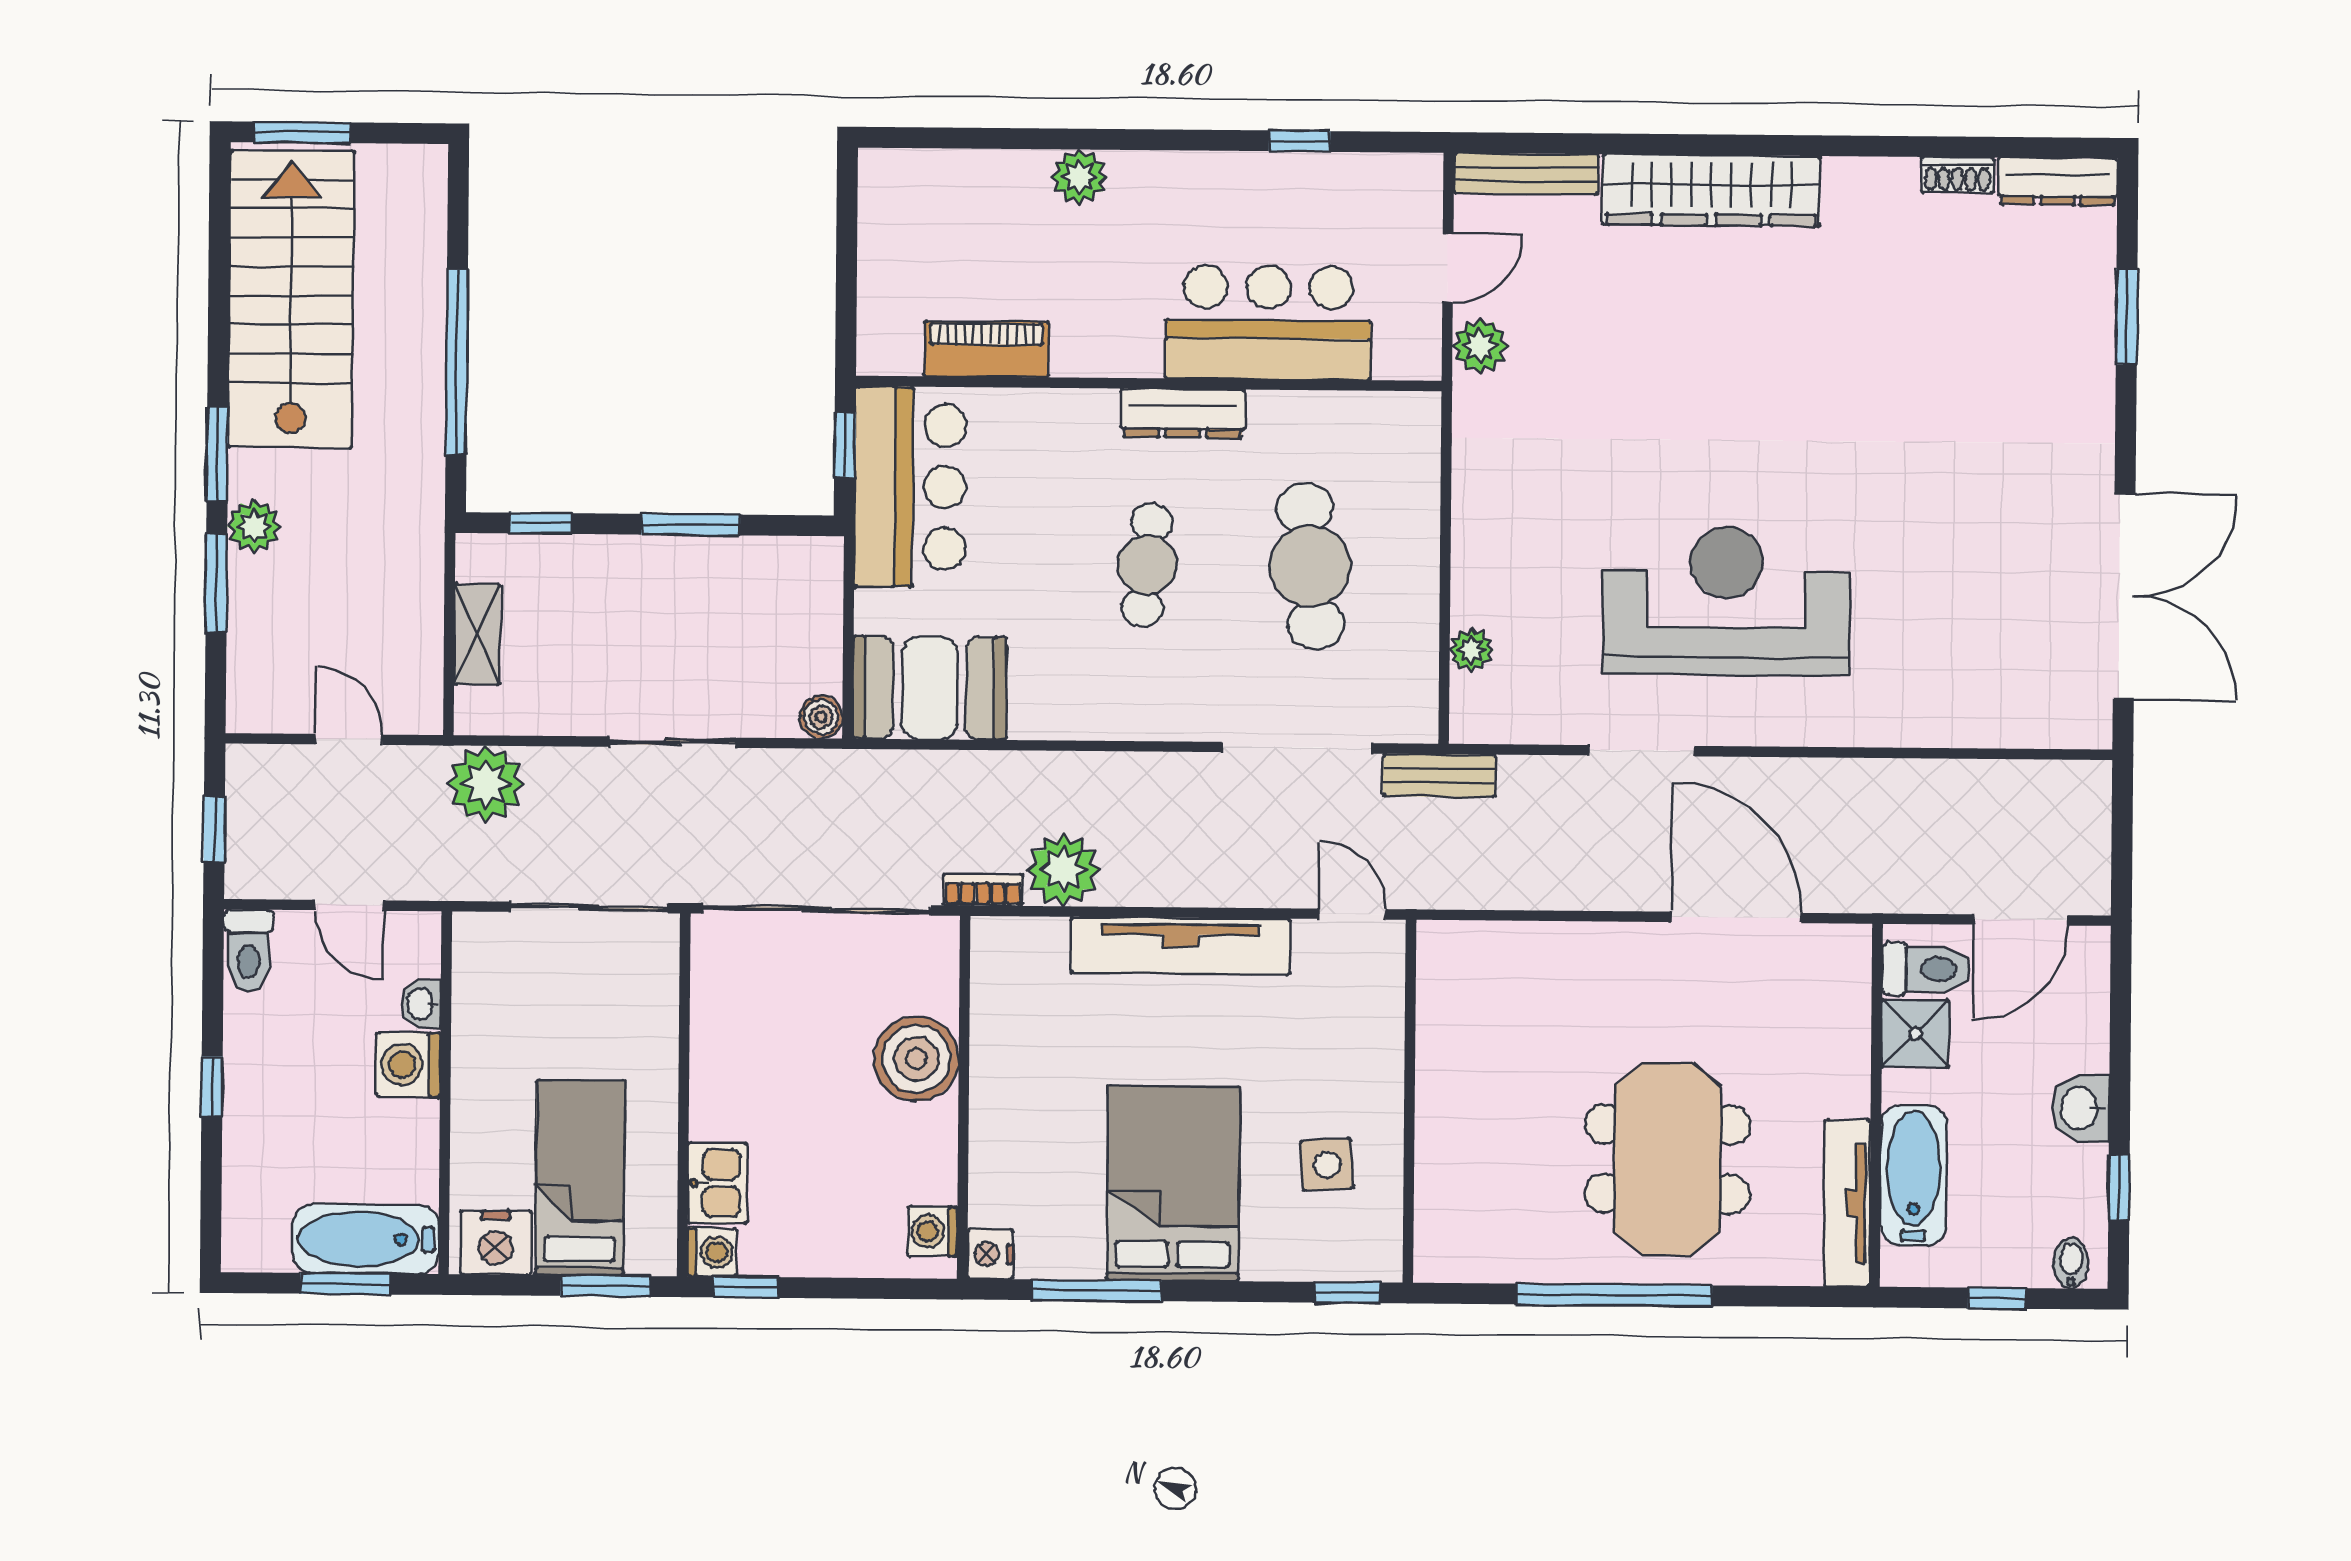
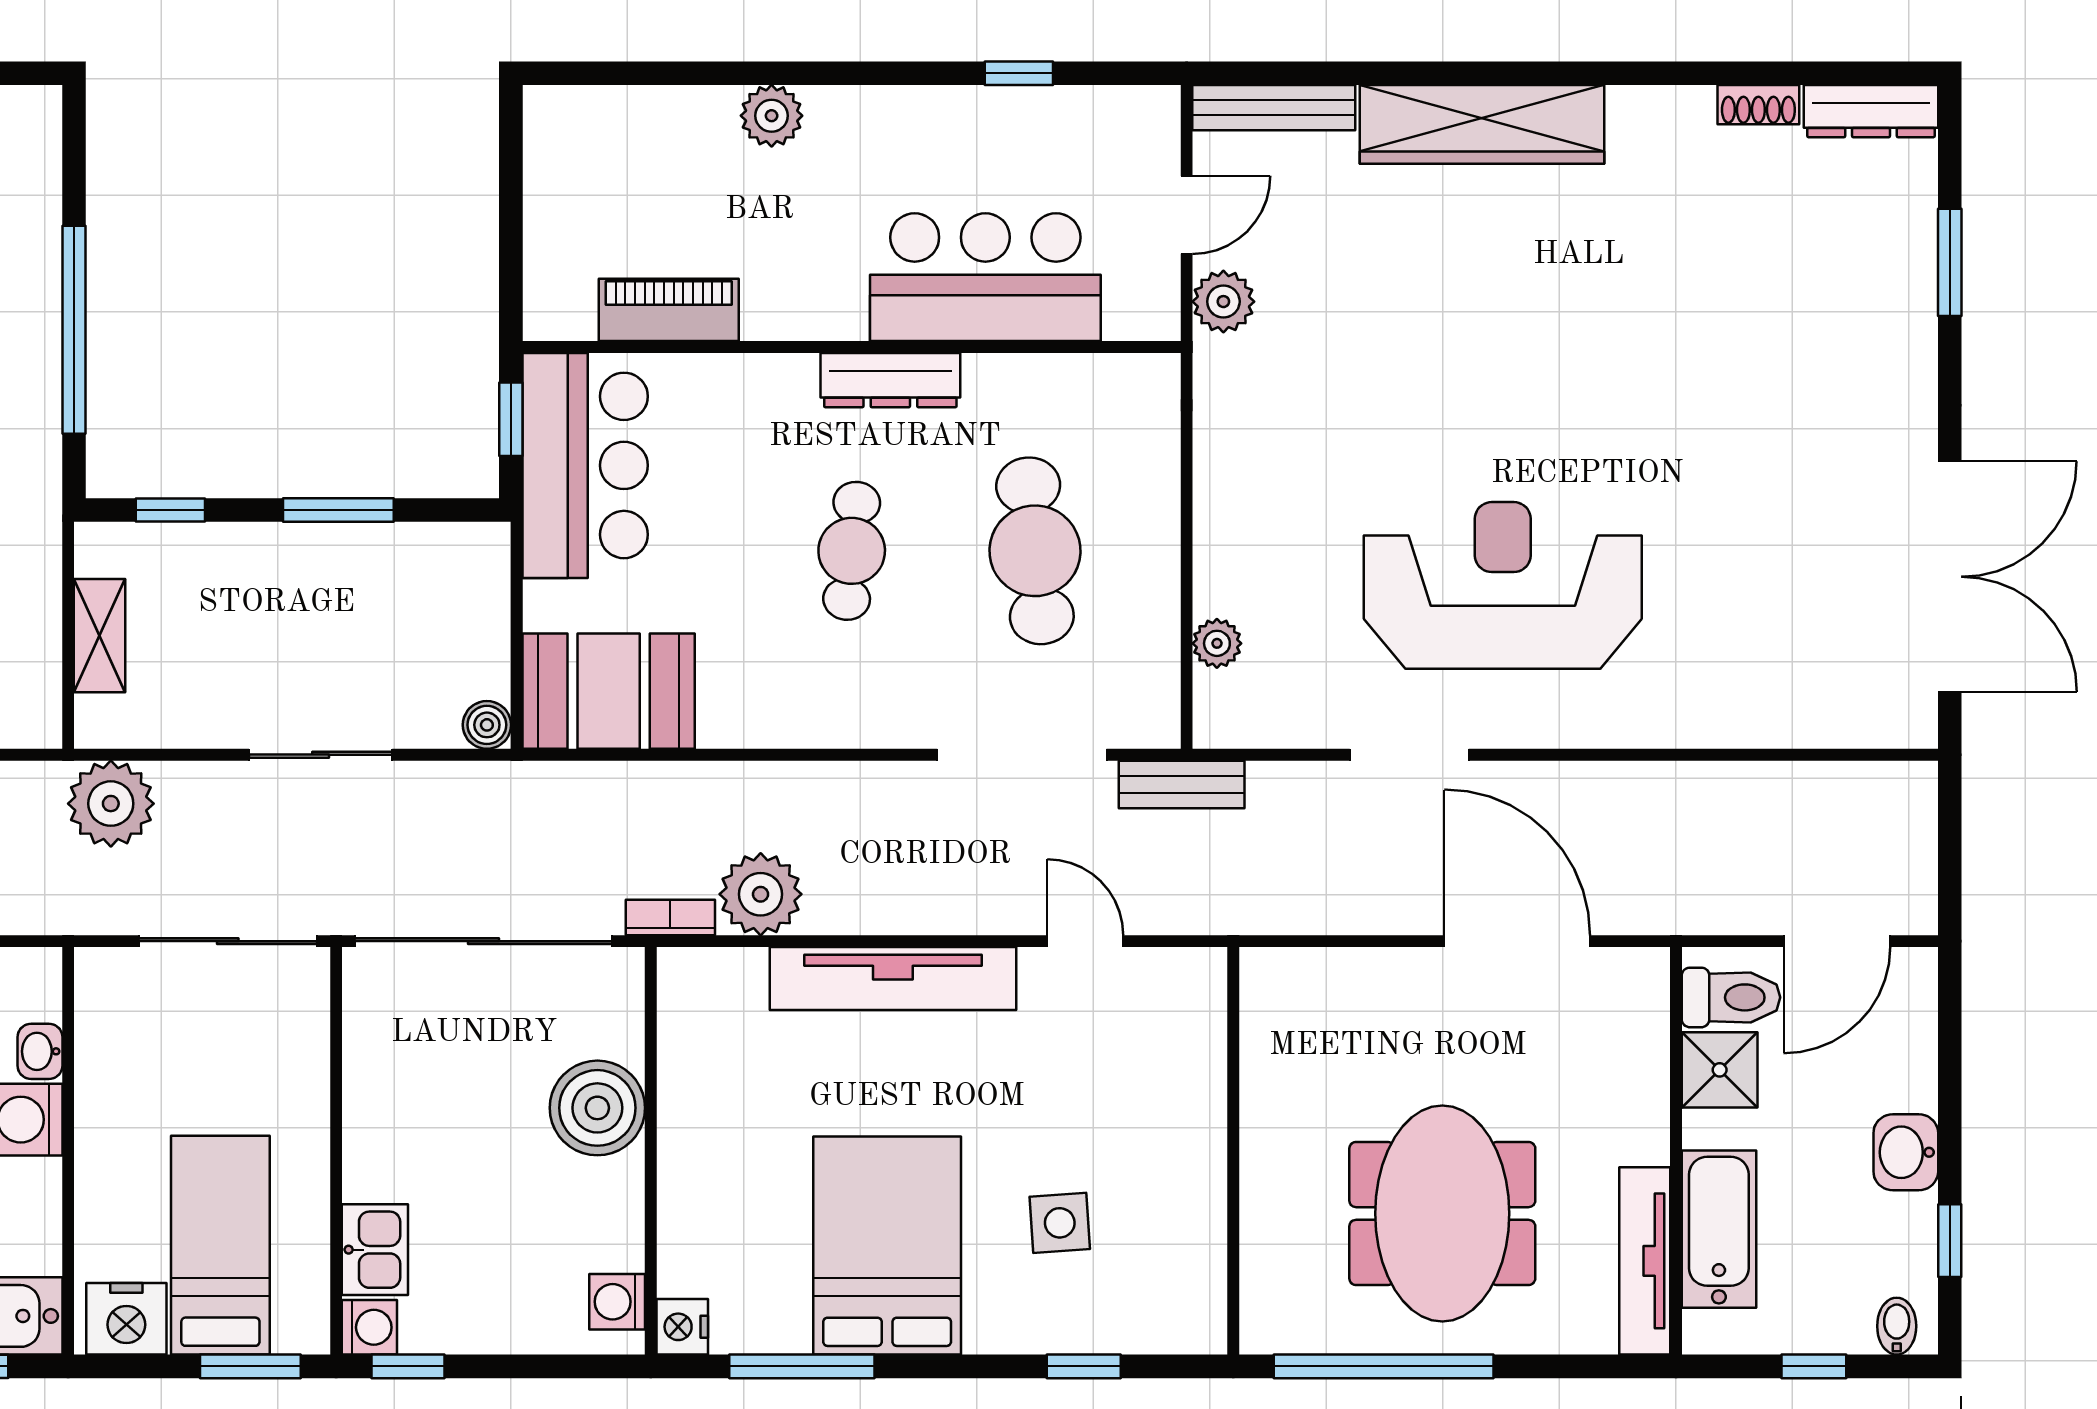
wall: (1409, 1101) -> (1233, 1151), moved

